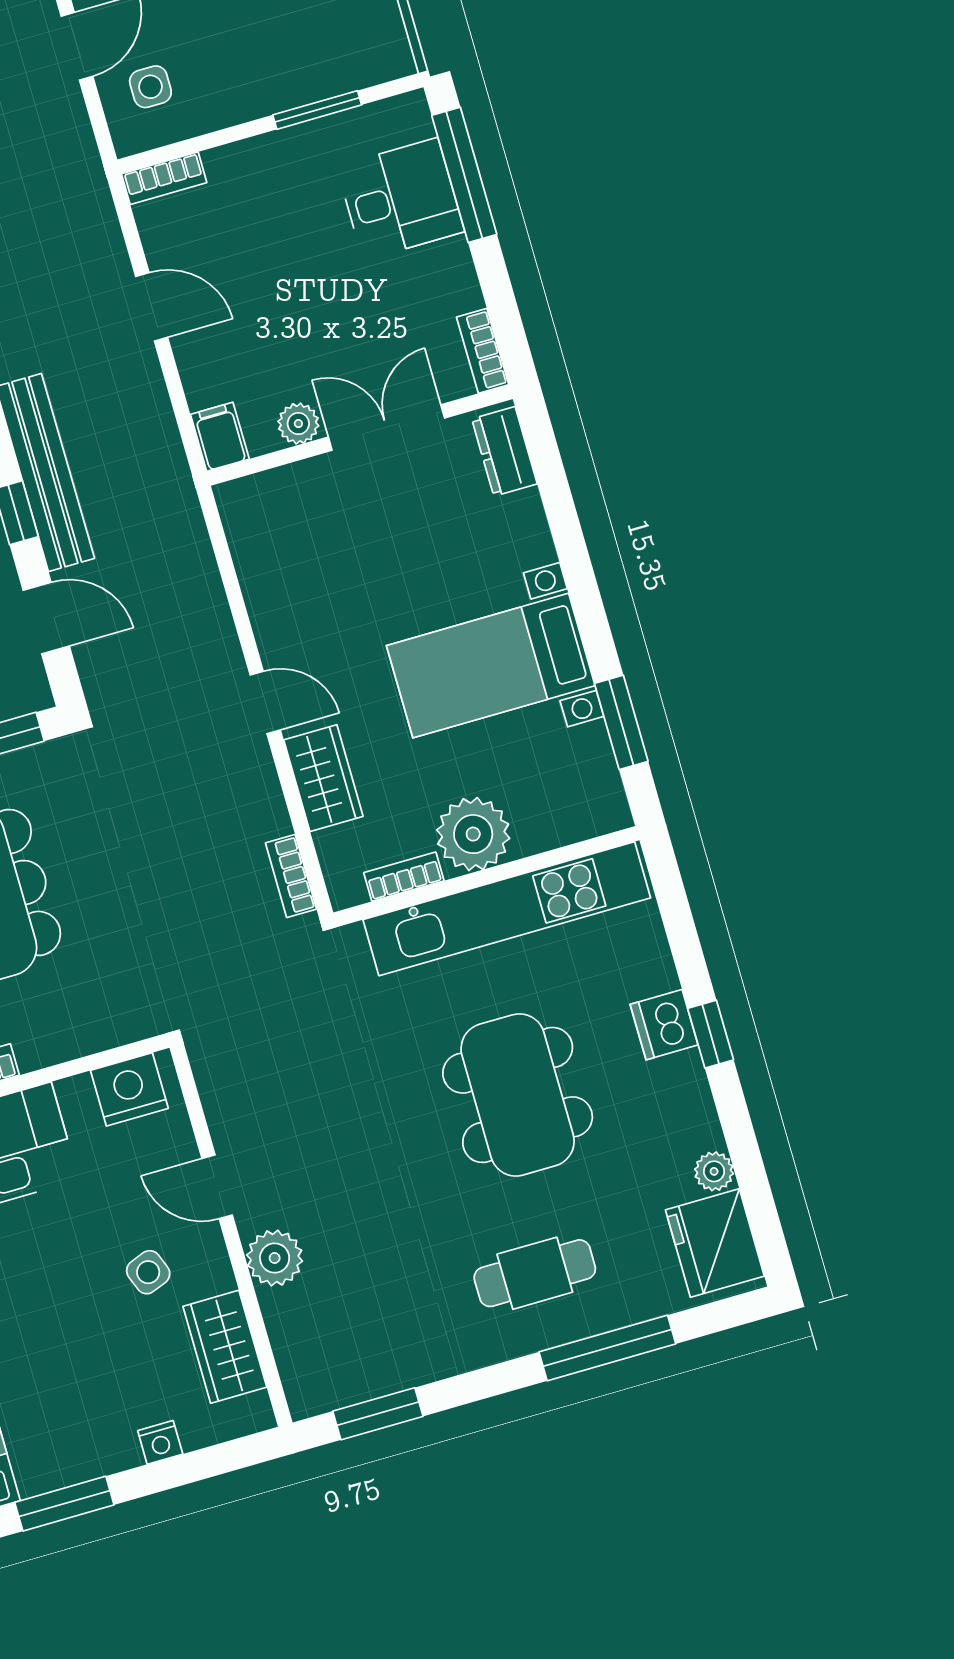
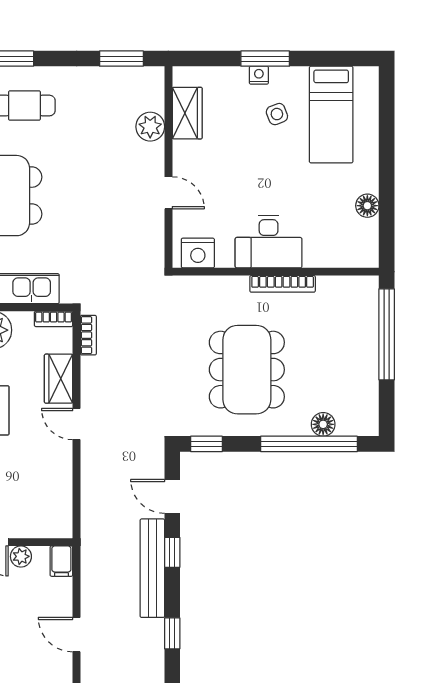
bookcase: (404, 877) -> (54, 319), moved
plant: (275, 1258) -> (150, 127), moved
side table: (148, 1272) -> (277, 114), moved
nightstand: (160, 1442) -> (259, 75), moved
window: (64, 1504) -> (265, 59), moved

